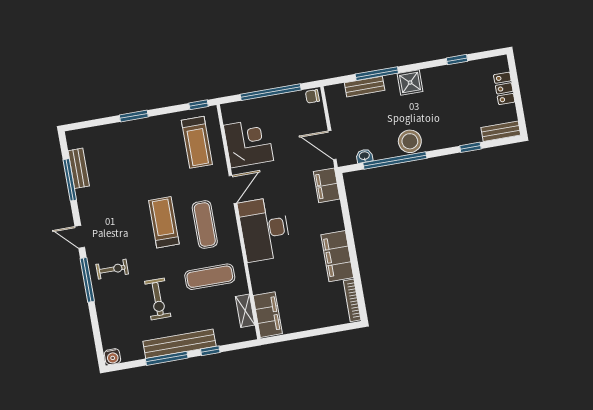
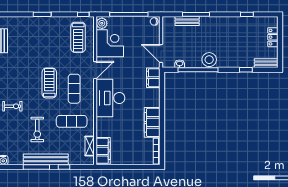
shower: (410, 83) -> (216, 23), removed
plant: (230, 114) -> (102, 23), added

